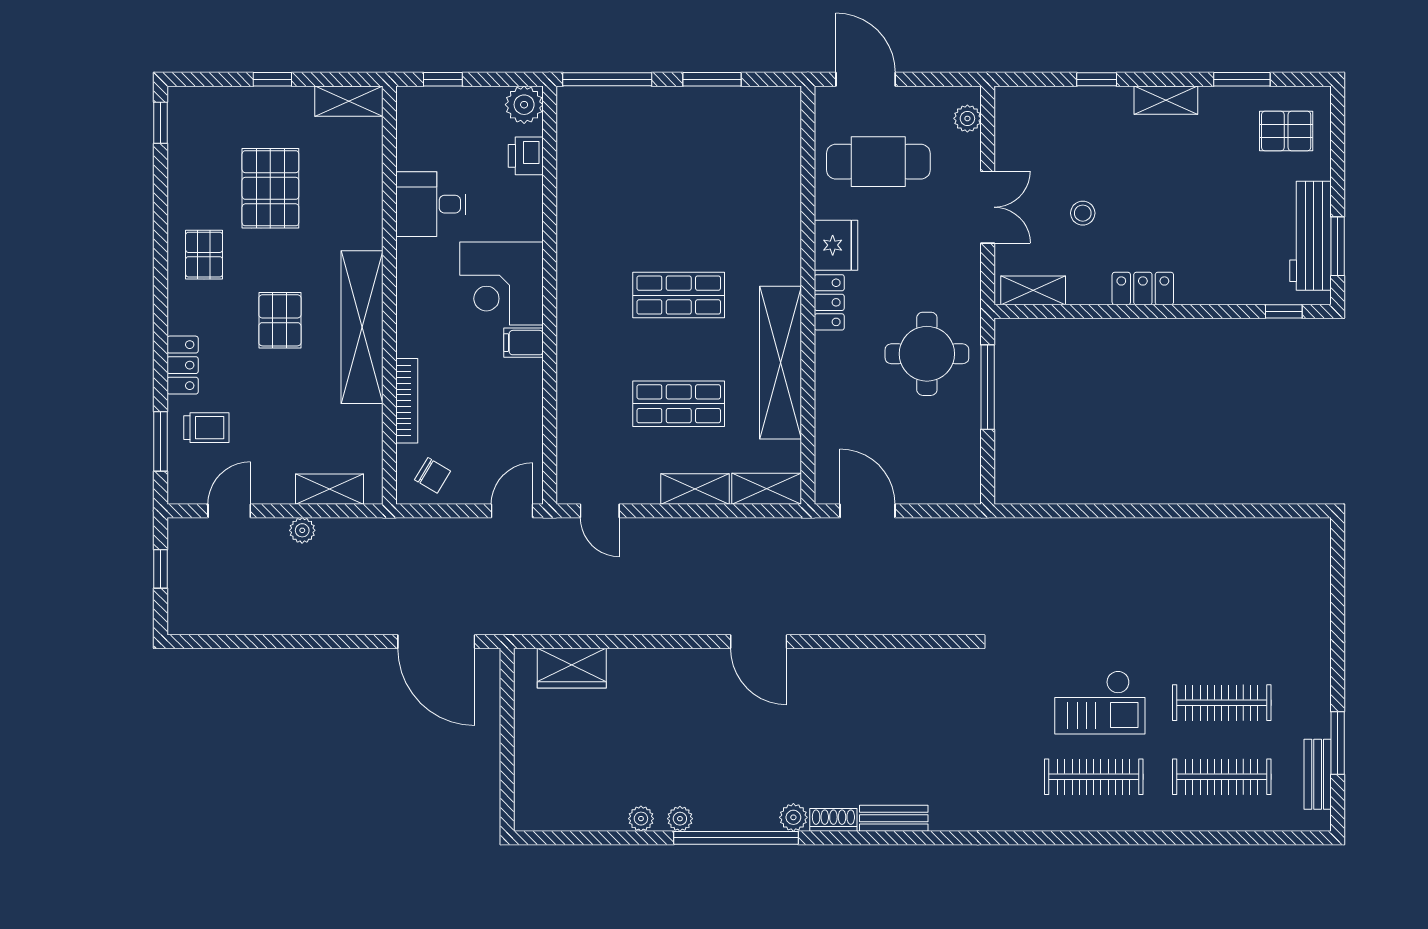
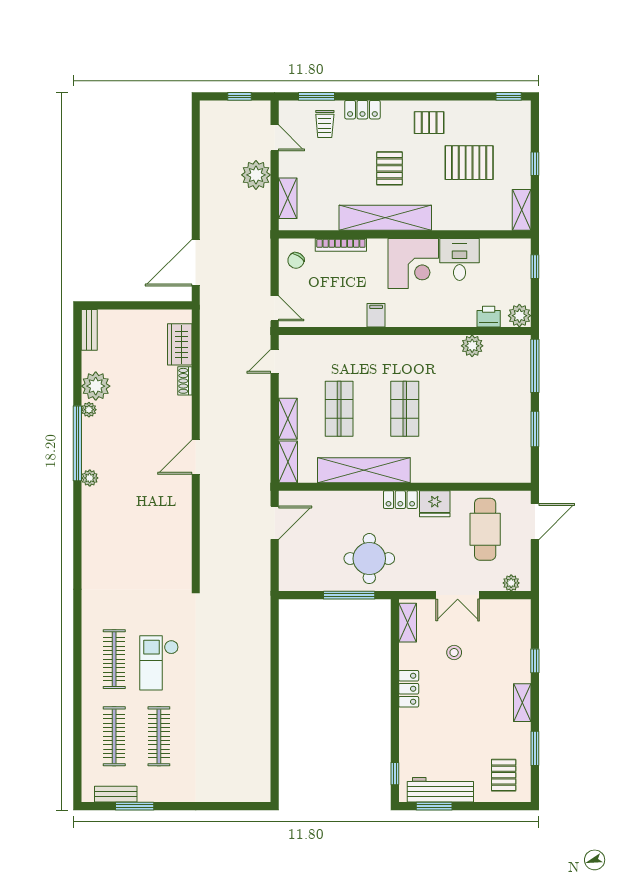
plant: (574, 183) -> (472, 346), added
corner desk: (501, 284) -> (413, 263), moved, turned 180
pallet: (280, 320) -> (389, 168), turned 90
plant: (302, 530) -> (256, 175), width x1.87, depth x1.87
bench: (894, 818) -> (89, 330), moved
plant: (641, 819) -> (96, 386), width x1.88, depth x1.88
shoe rack: (833, 820) -> (185, 381), moved, turned 180

